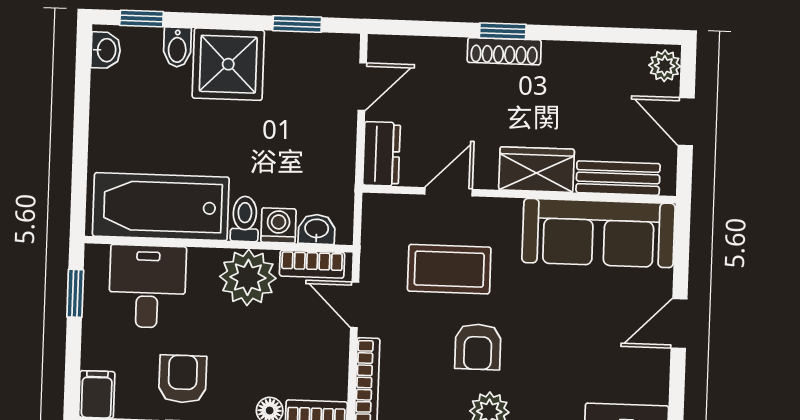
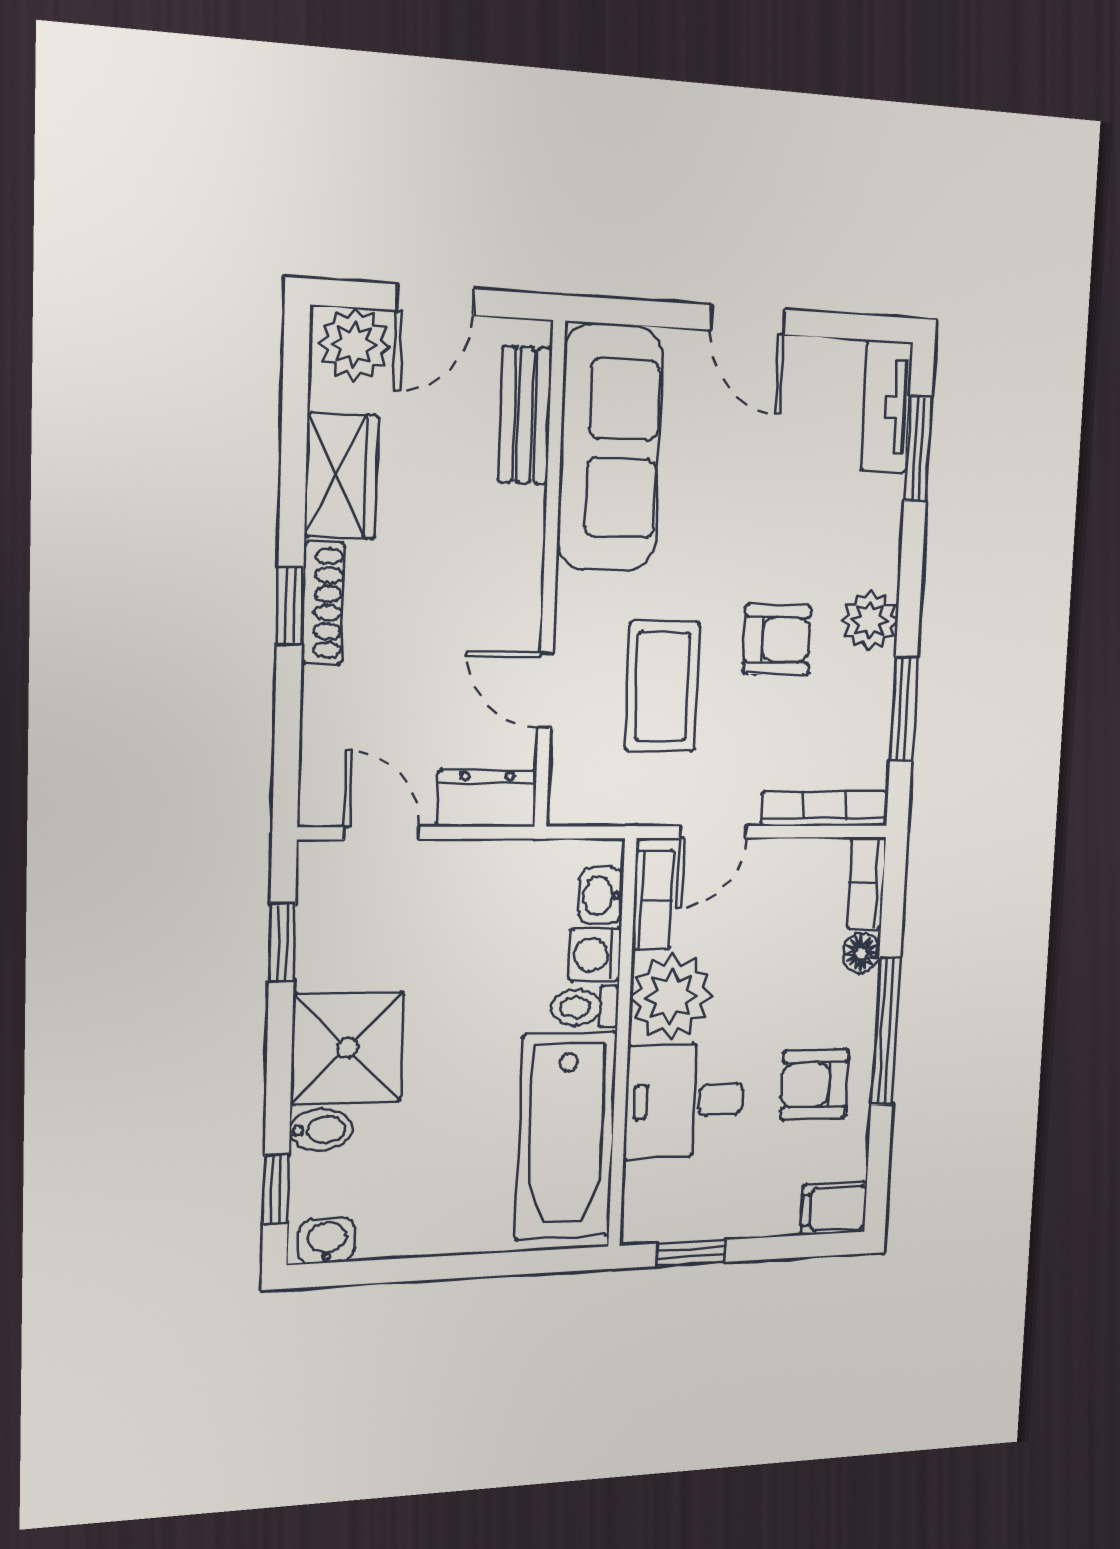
plant: (665, 66) -> (354, 345), width x1.38, depth x1.38
wardrobe: (537, 170) -> (341, 476), moved, turned 180
desk: (147, 286) -> (685, 1101), moved

